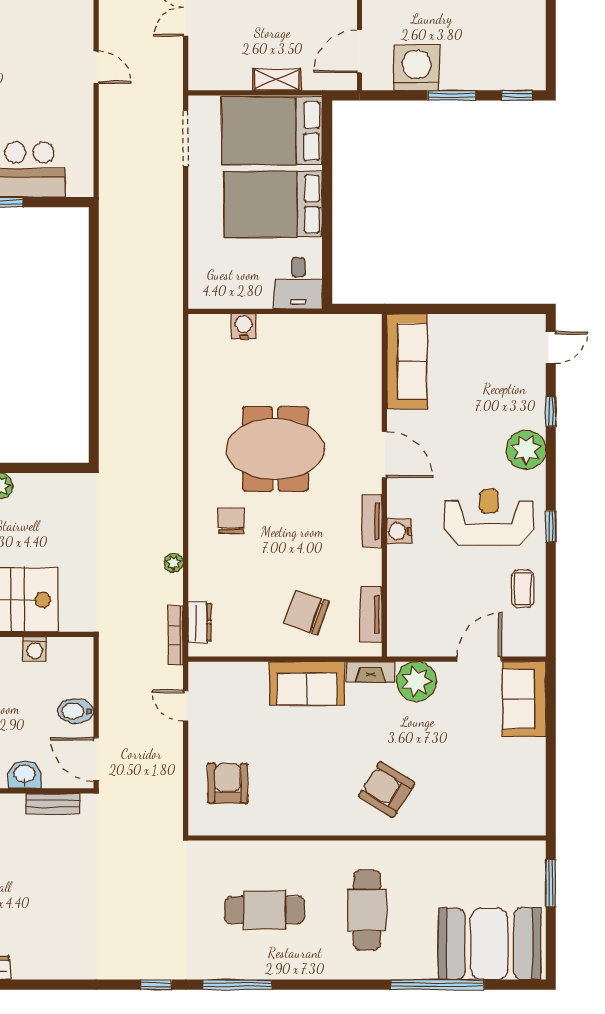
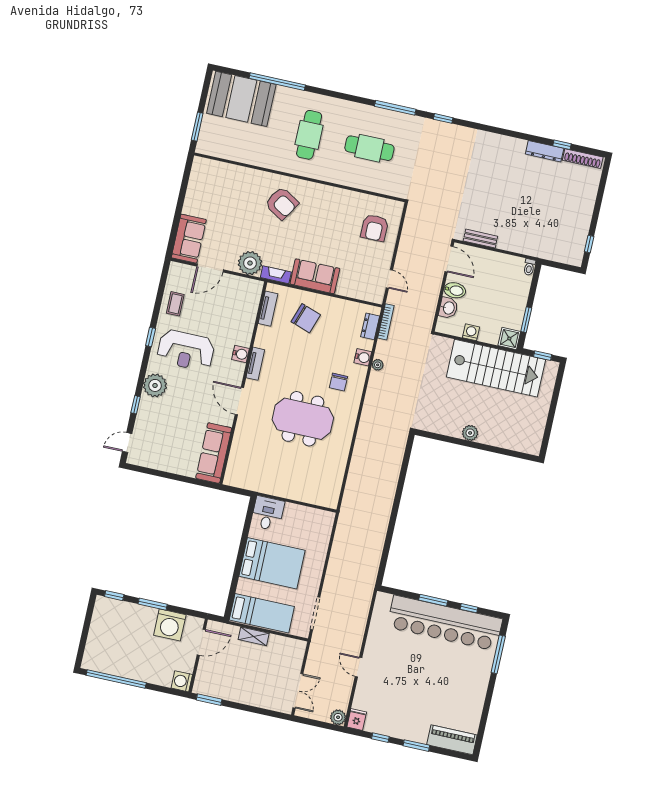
bed: (272, 131) -> (262, 613), width x0.67
water cooler: (244, 326) -> (363, 357), moved, turned -90
washbasin: (25, 774) -> (448, 308), moved, turned -90

